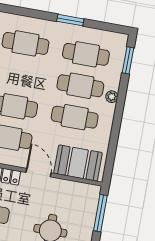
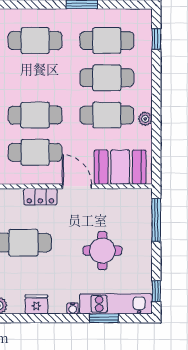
window: (128, 60) -> (156, 39), width x0.67
plant: (112, 97) -> (145, 119), moved

